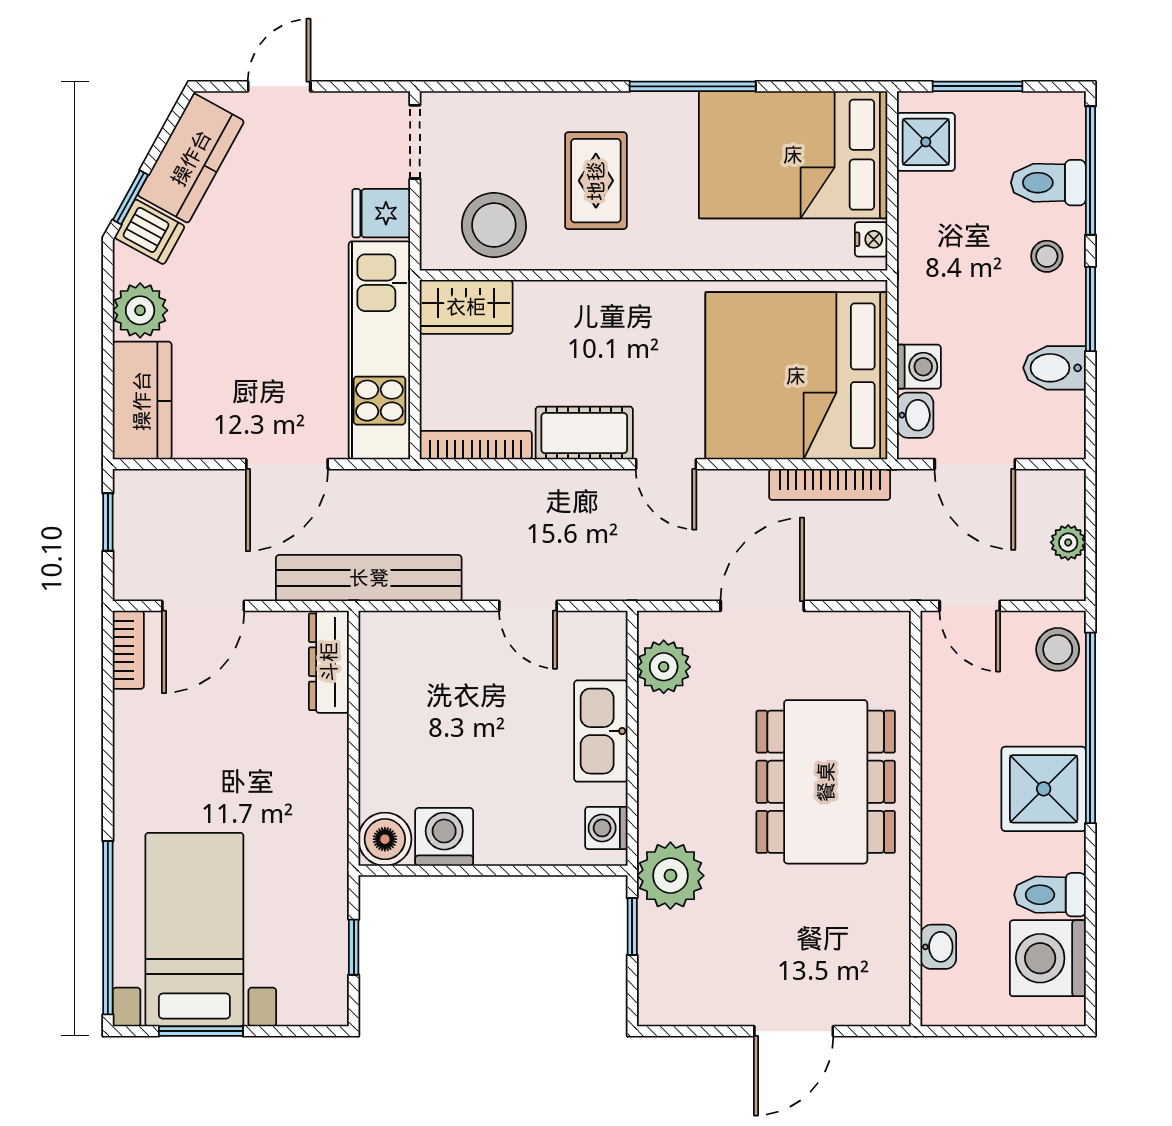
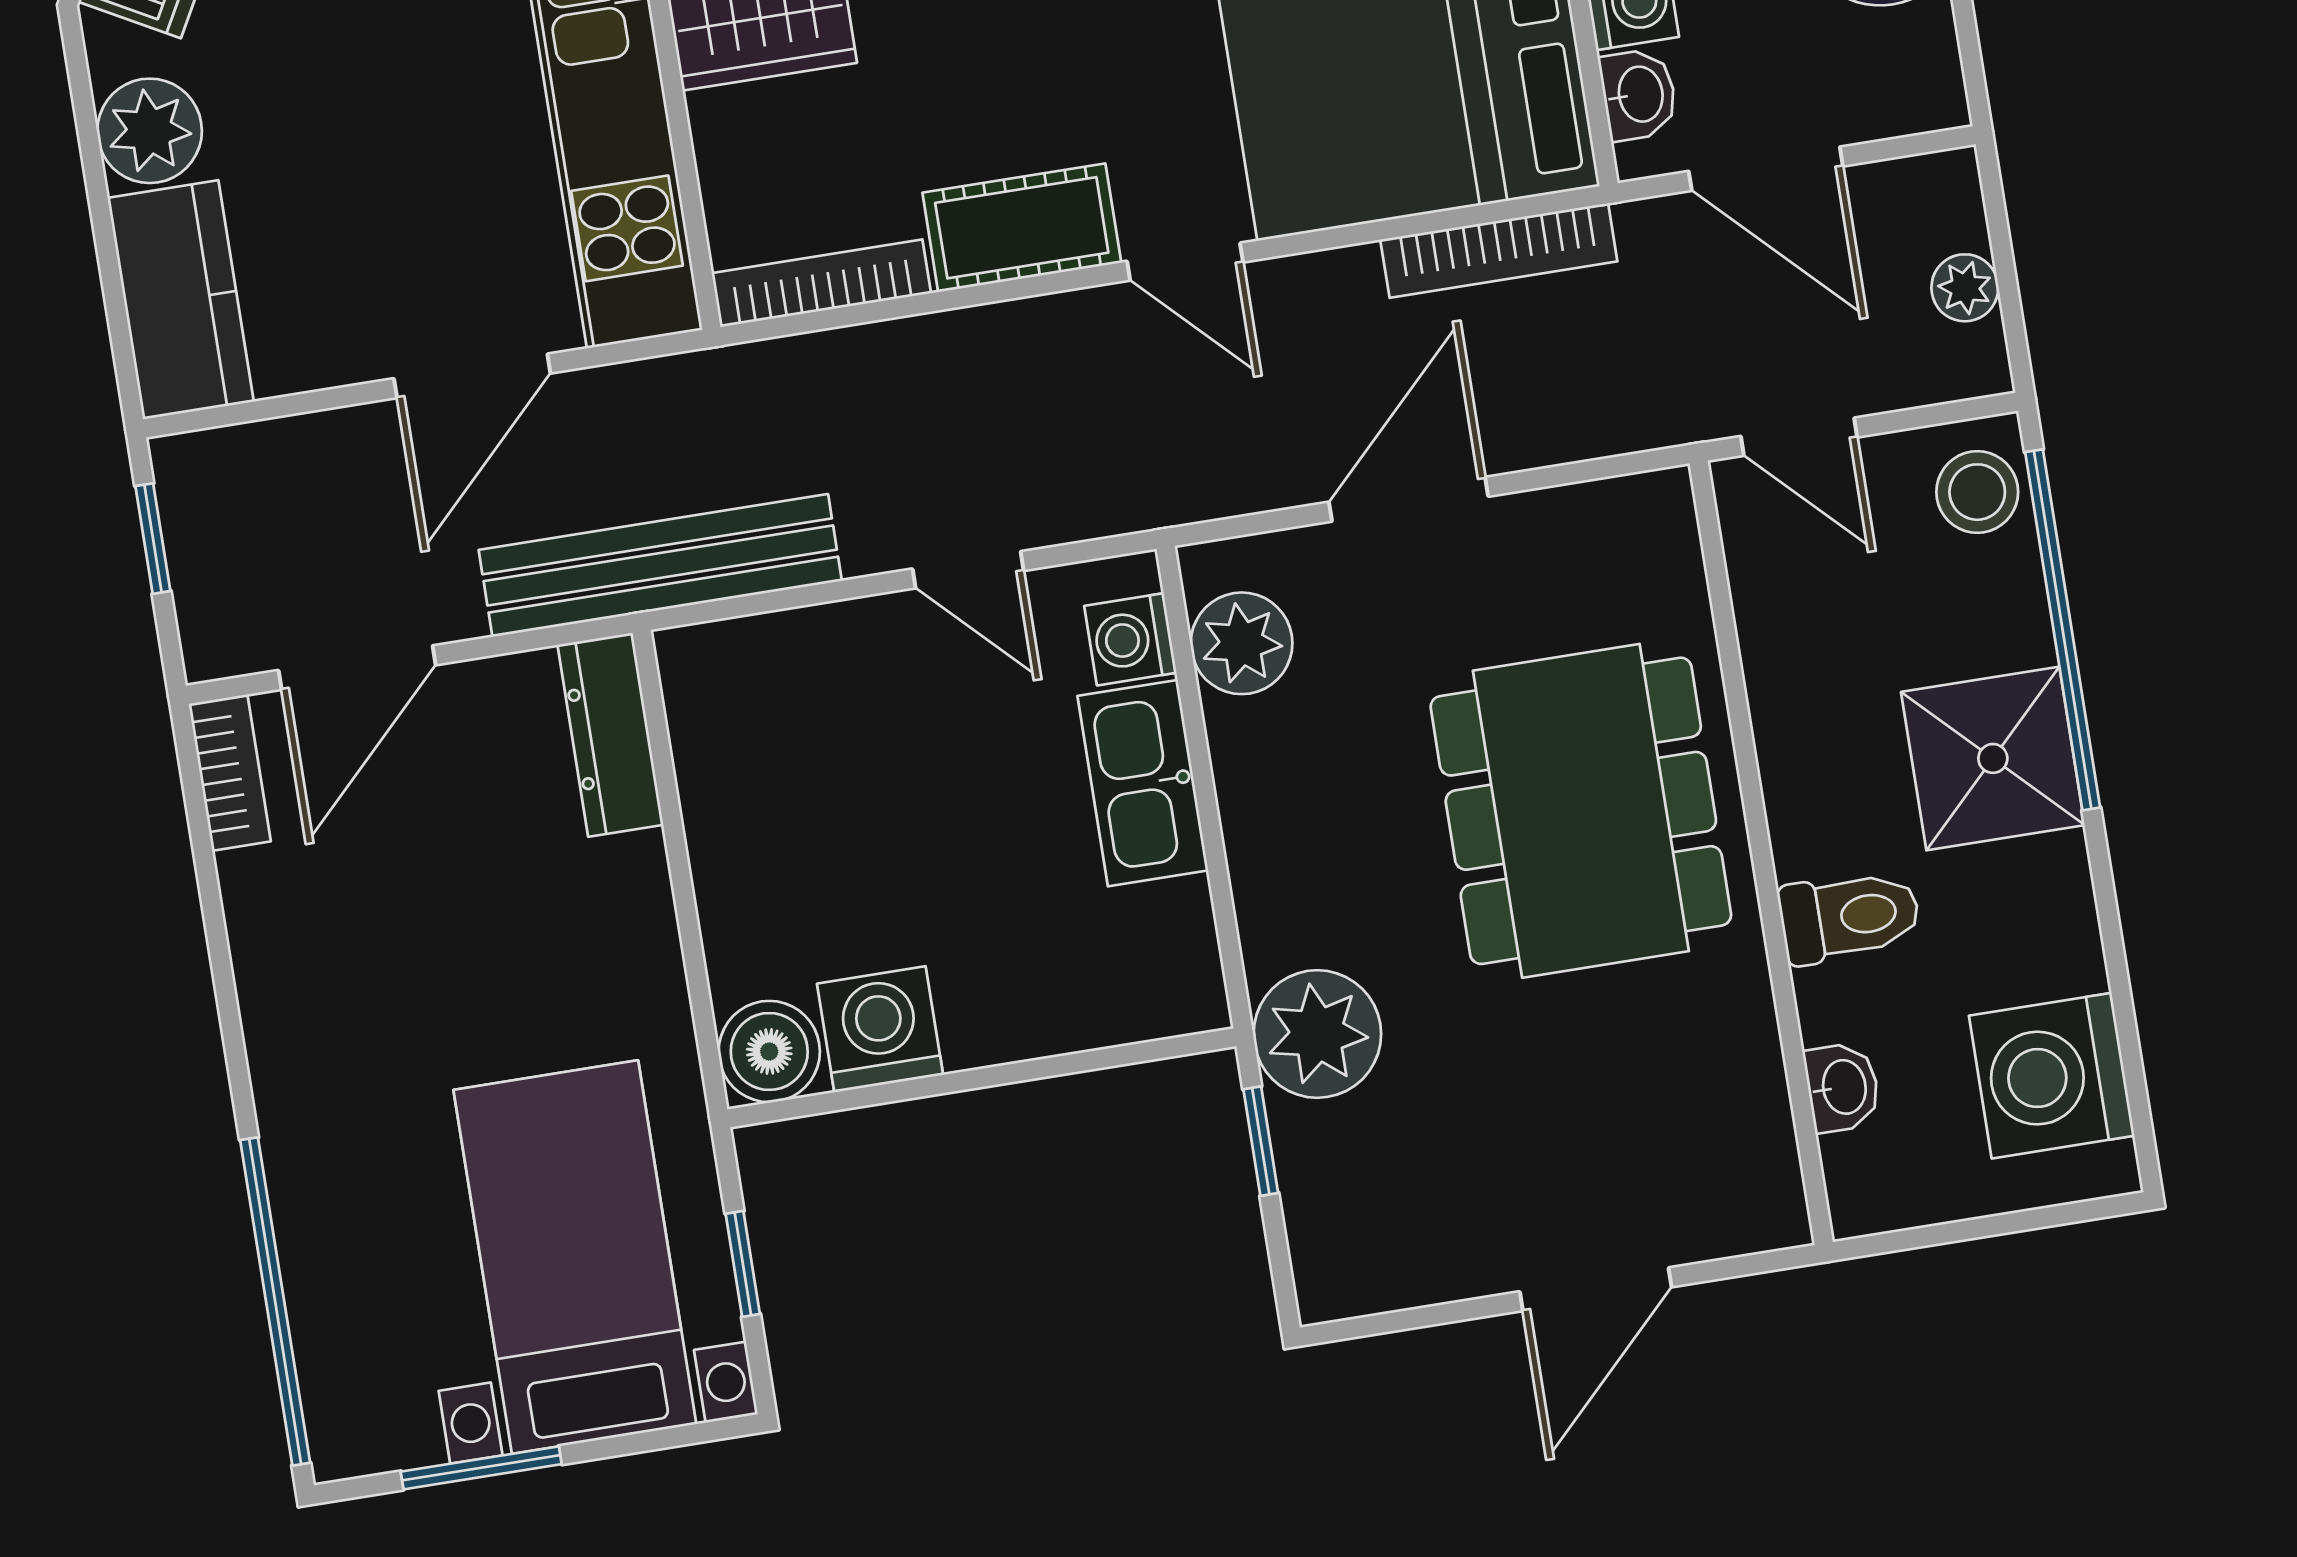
washing machine: (606, 828) -> (1130, 639), moved
toilet: (1050, 895) -> (1850, 917), moved, turned 180
bed with nightstands: (194, 930) -> (575, 1257), moved

